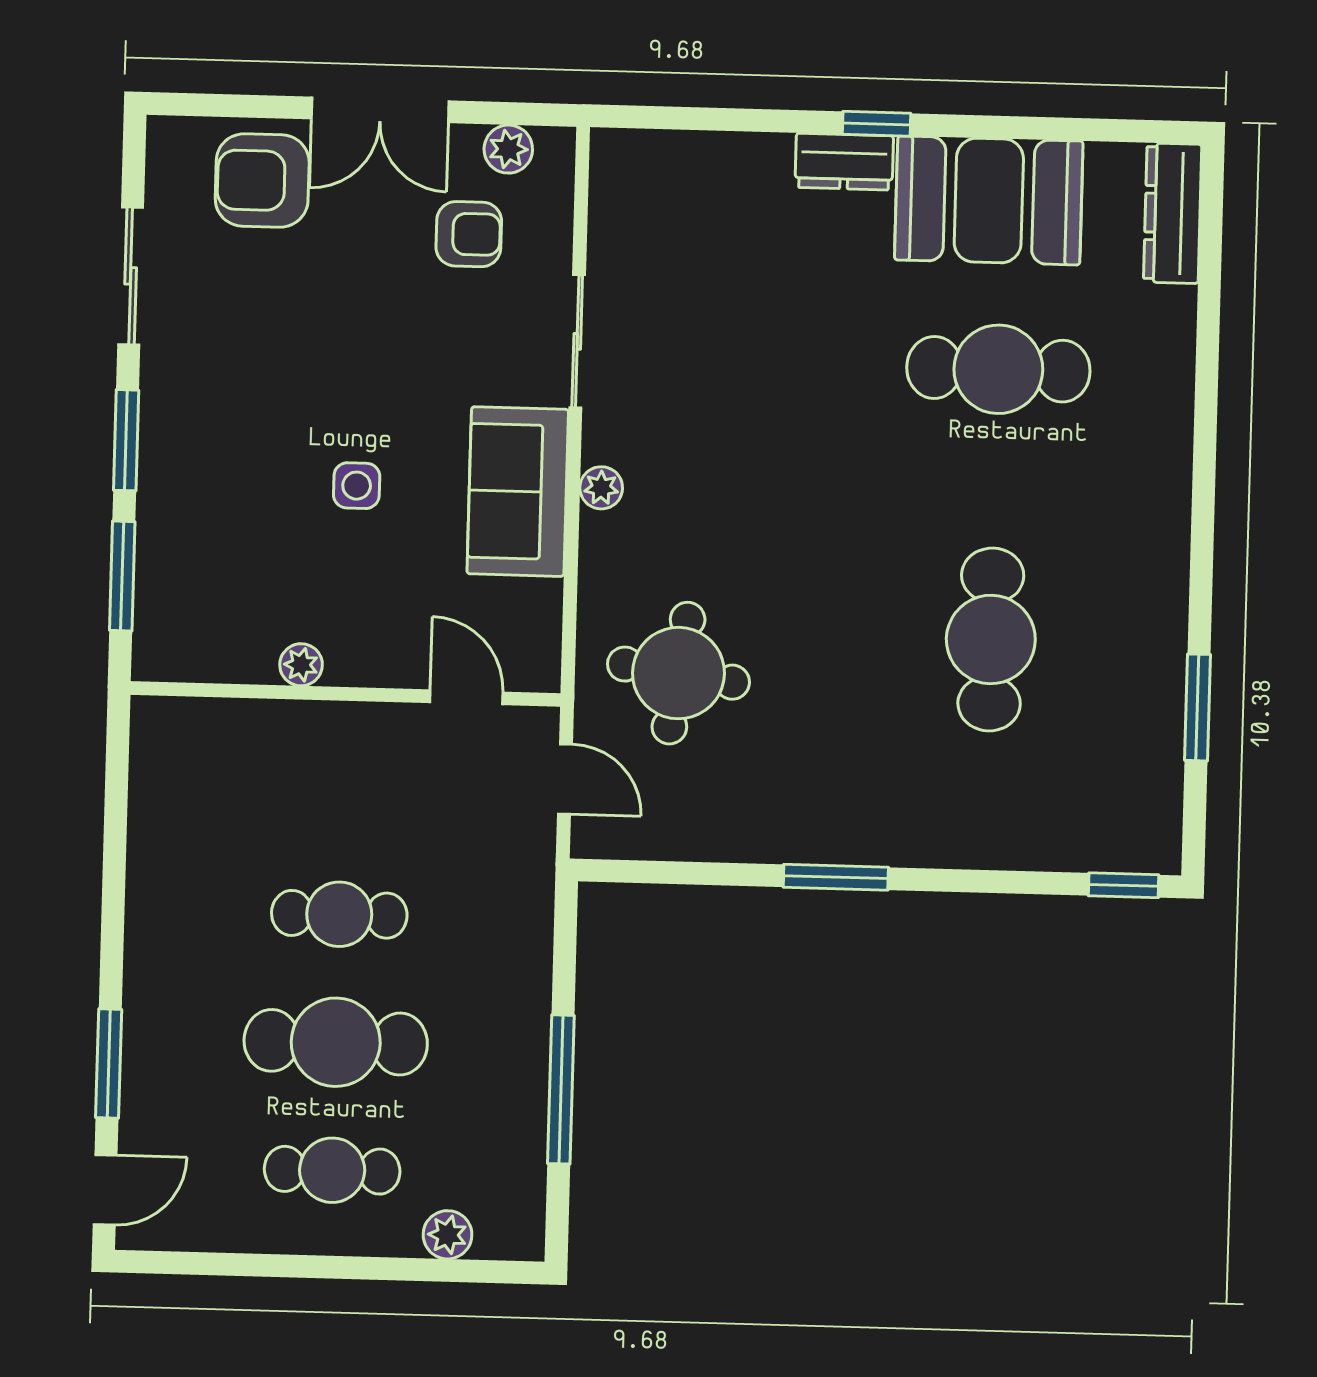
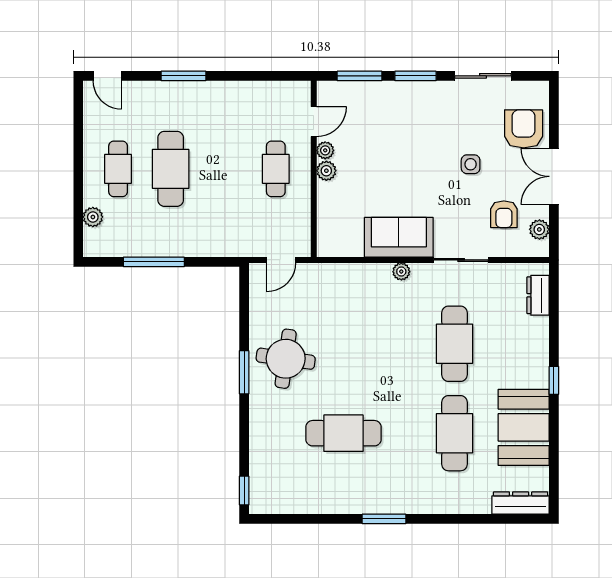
dresser: (844, 162) -> (538, 295), moved
cafe table: (781, 363) -> (454, 344), added
side table: (357, 486) -> (471, 164), moved
plant: (351, 663) -> (326, 171), added
round table: (678, 673) -> (286, 359), moved
door: (466, 697) -> (314, 122), moved
window: (1197, 707) -> (384, 519), moved
cafe table: (339, 914) -> (276, 169), moved
window: (109, 1063) -> (184, 76), moved

